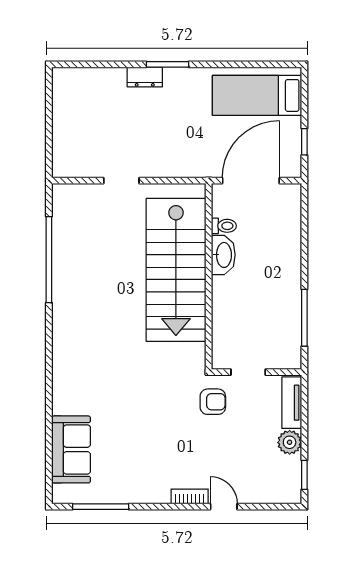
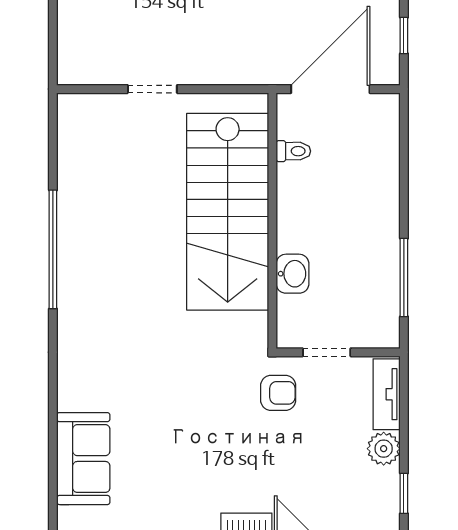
washbasin: (223, 255) -> (293, 274), moved, width x0.72
window: (49, 260) -> (53, 249), moved

